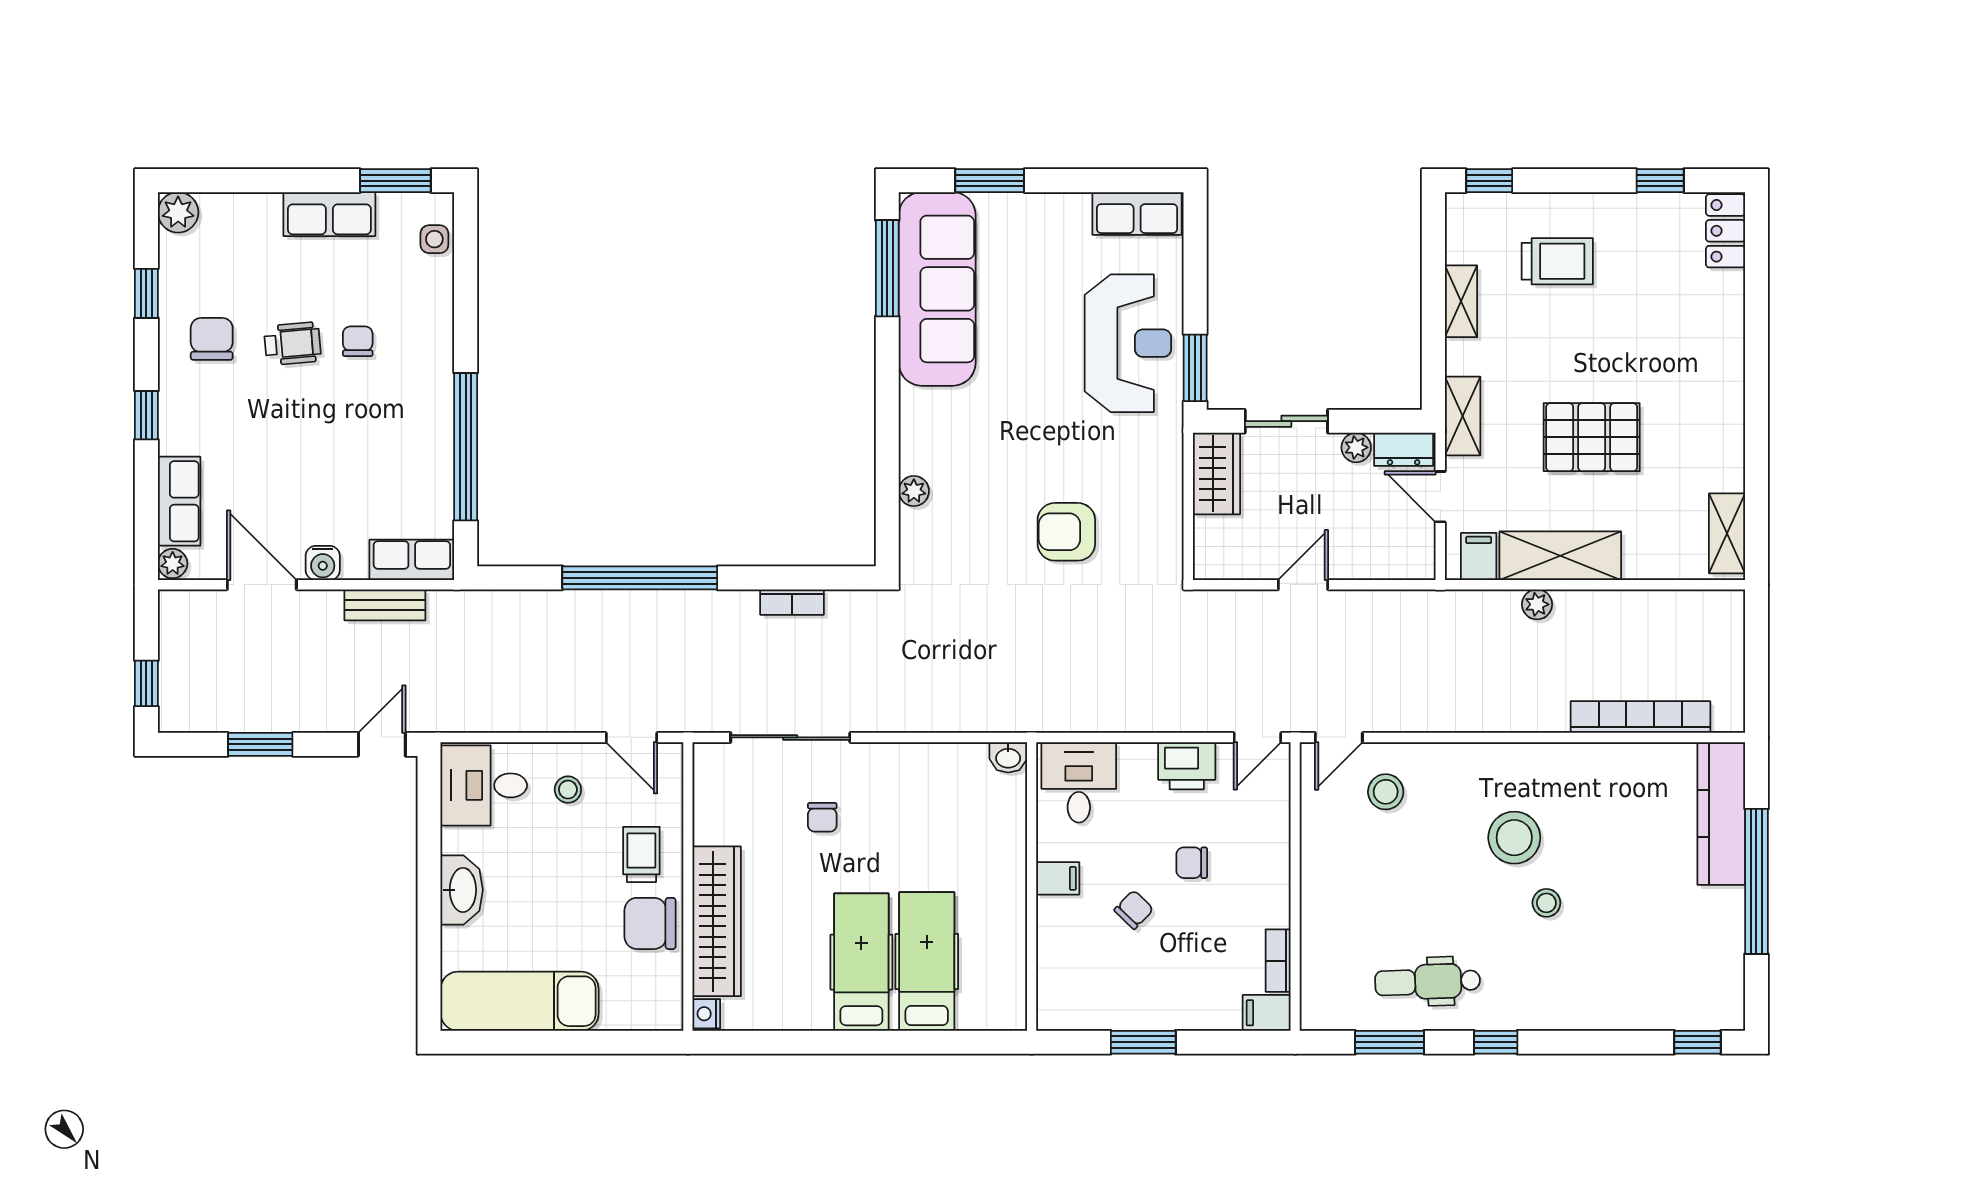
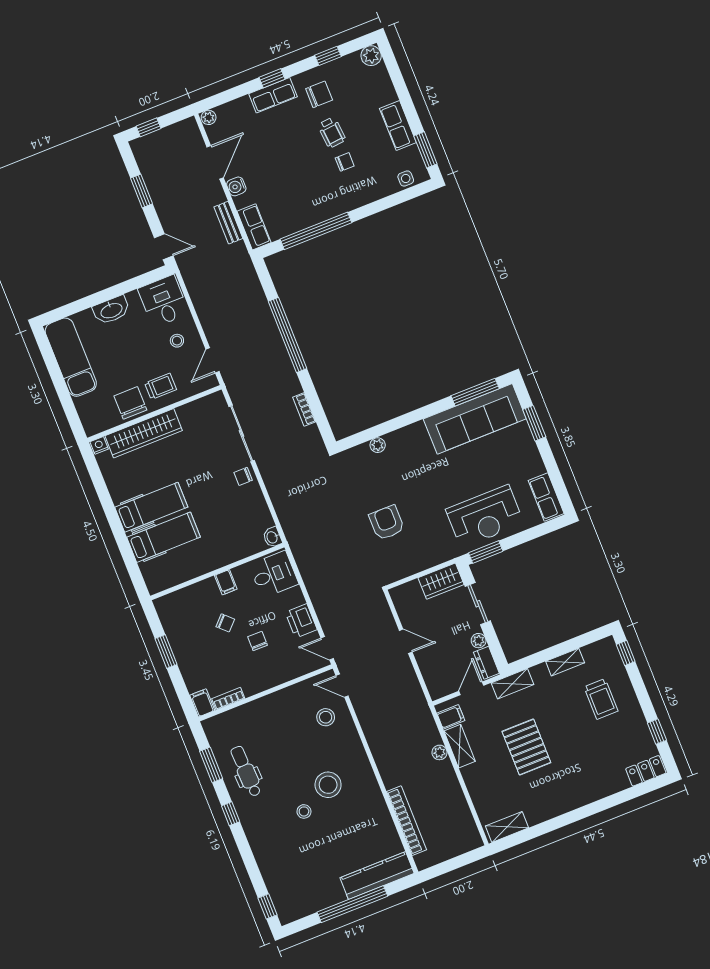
row of seats: (179, 501) -> (273, 95), moved
shelving: (1560, 556) -> (460, 746), width x0.67, depth x0.75
chair: (822, 817) -> (243, 476), moved

